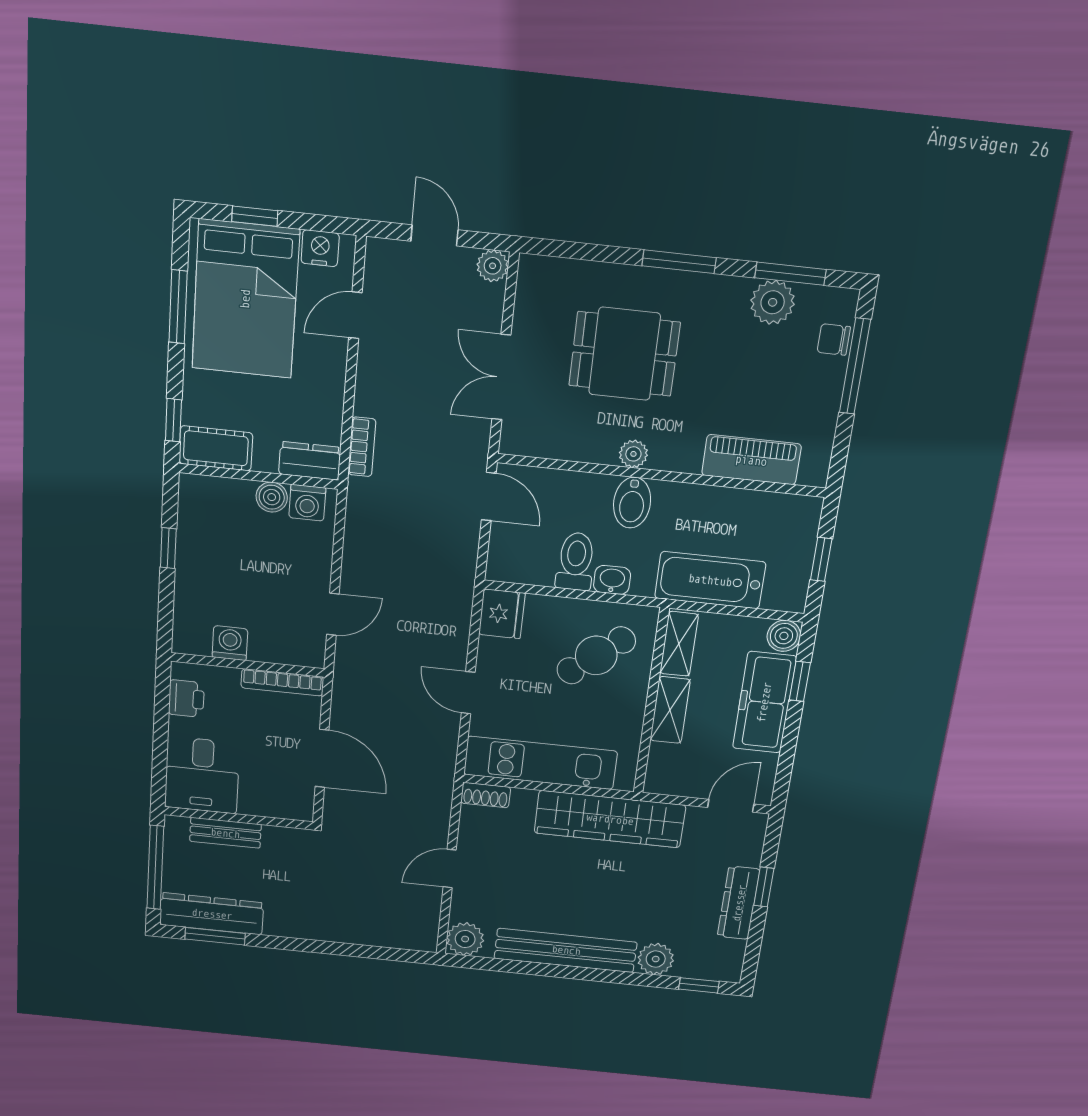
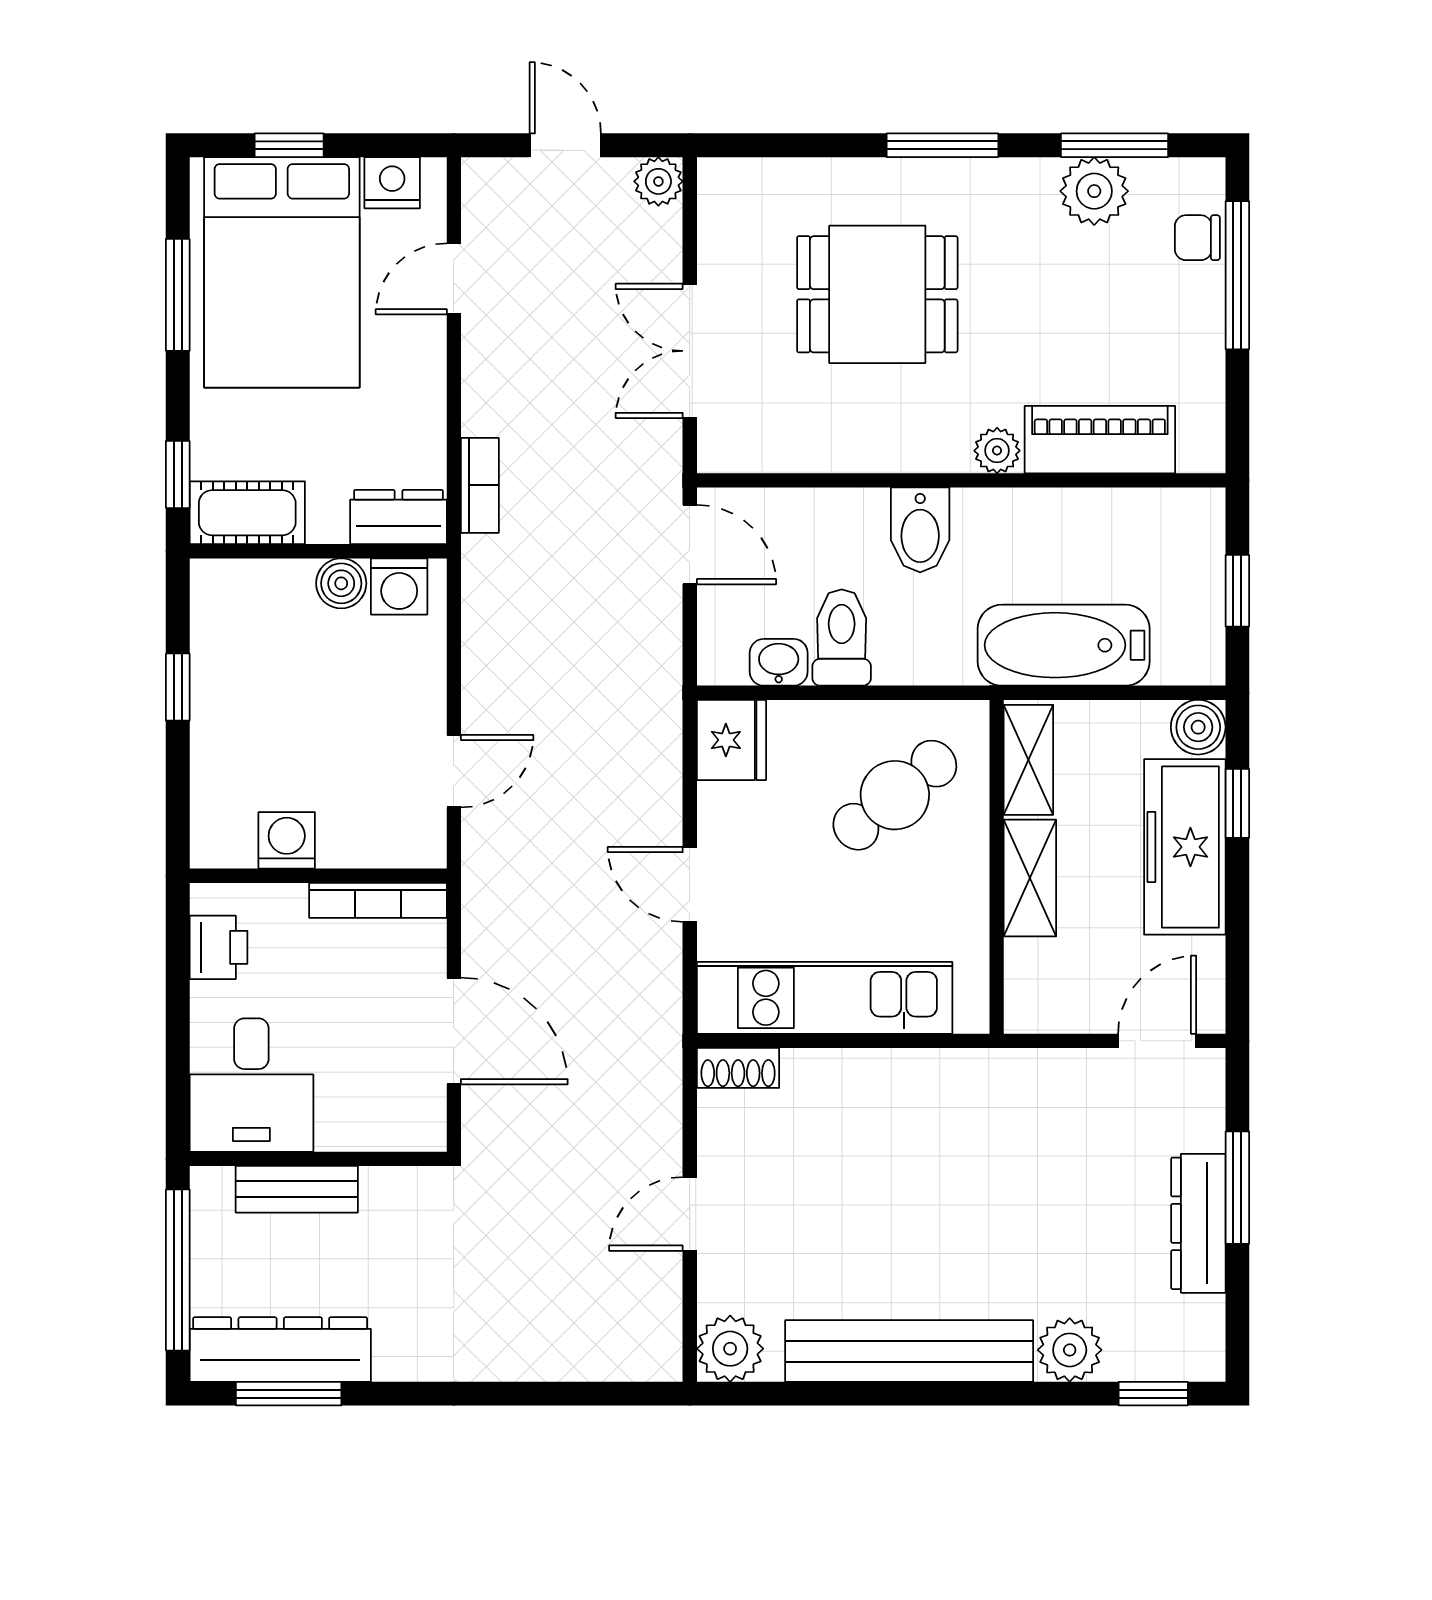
plant: (633, 454) -> (997, 451), moved
washbasin: (612, 580) -> (779, 662), moved
wardrobe: (610, 819) -> (955, 1089), removed
window: (764, 887) -> (1237, 1188), width x1.50

